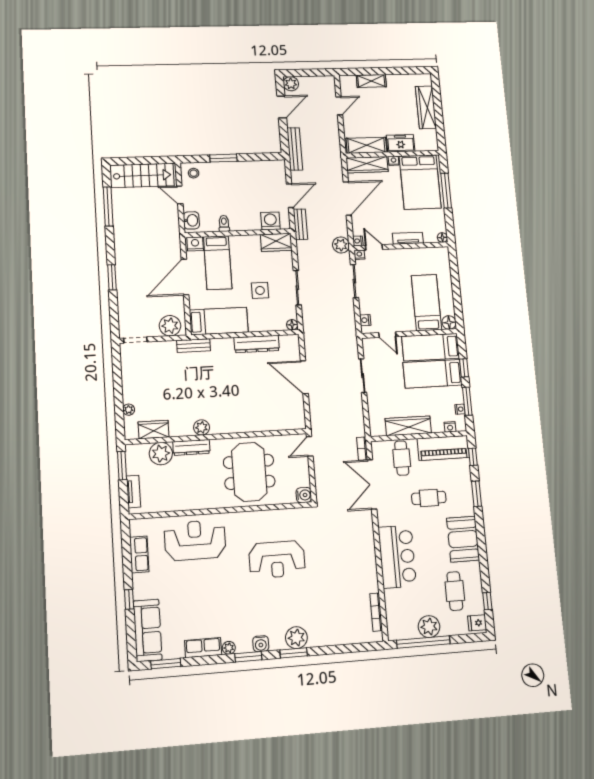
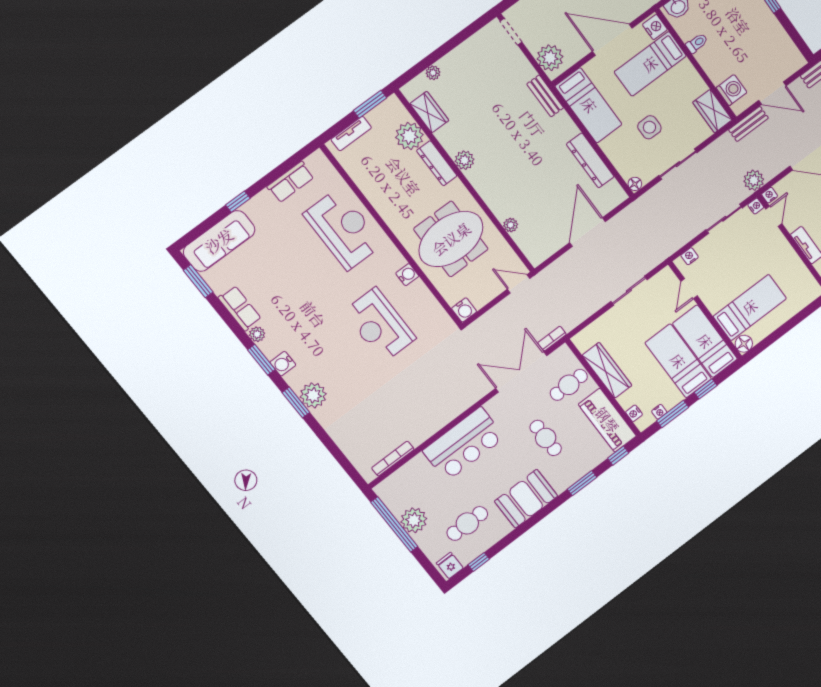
plant: (266, 426) -> (511, 225), added
water cooler: (254, 518) -> (407, 275), added

